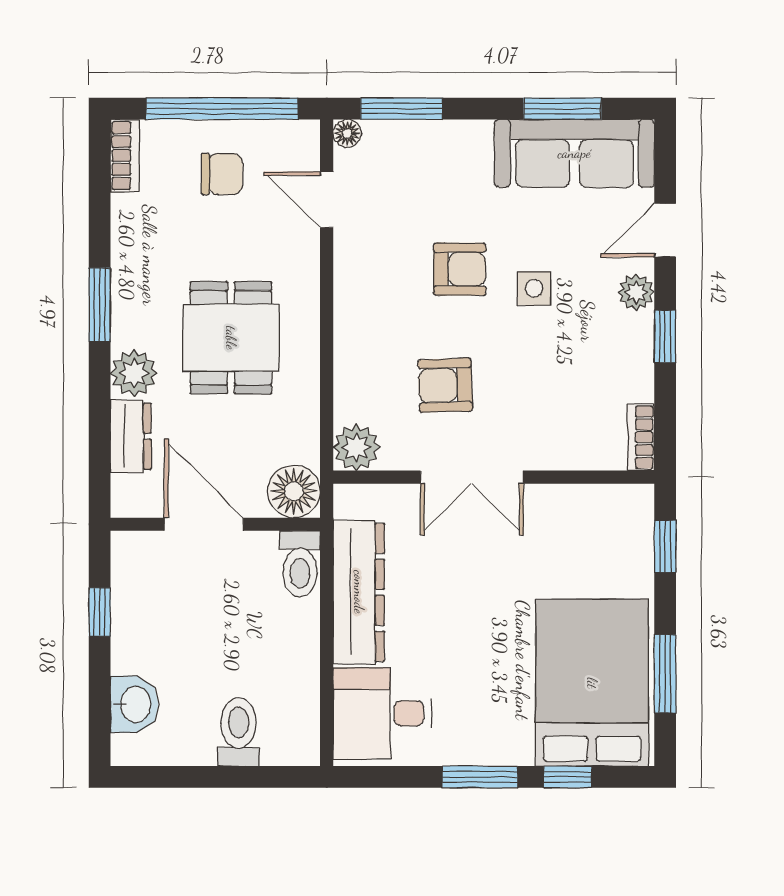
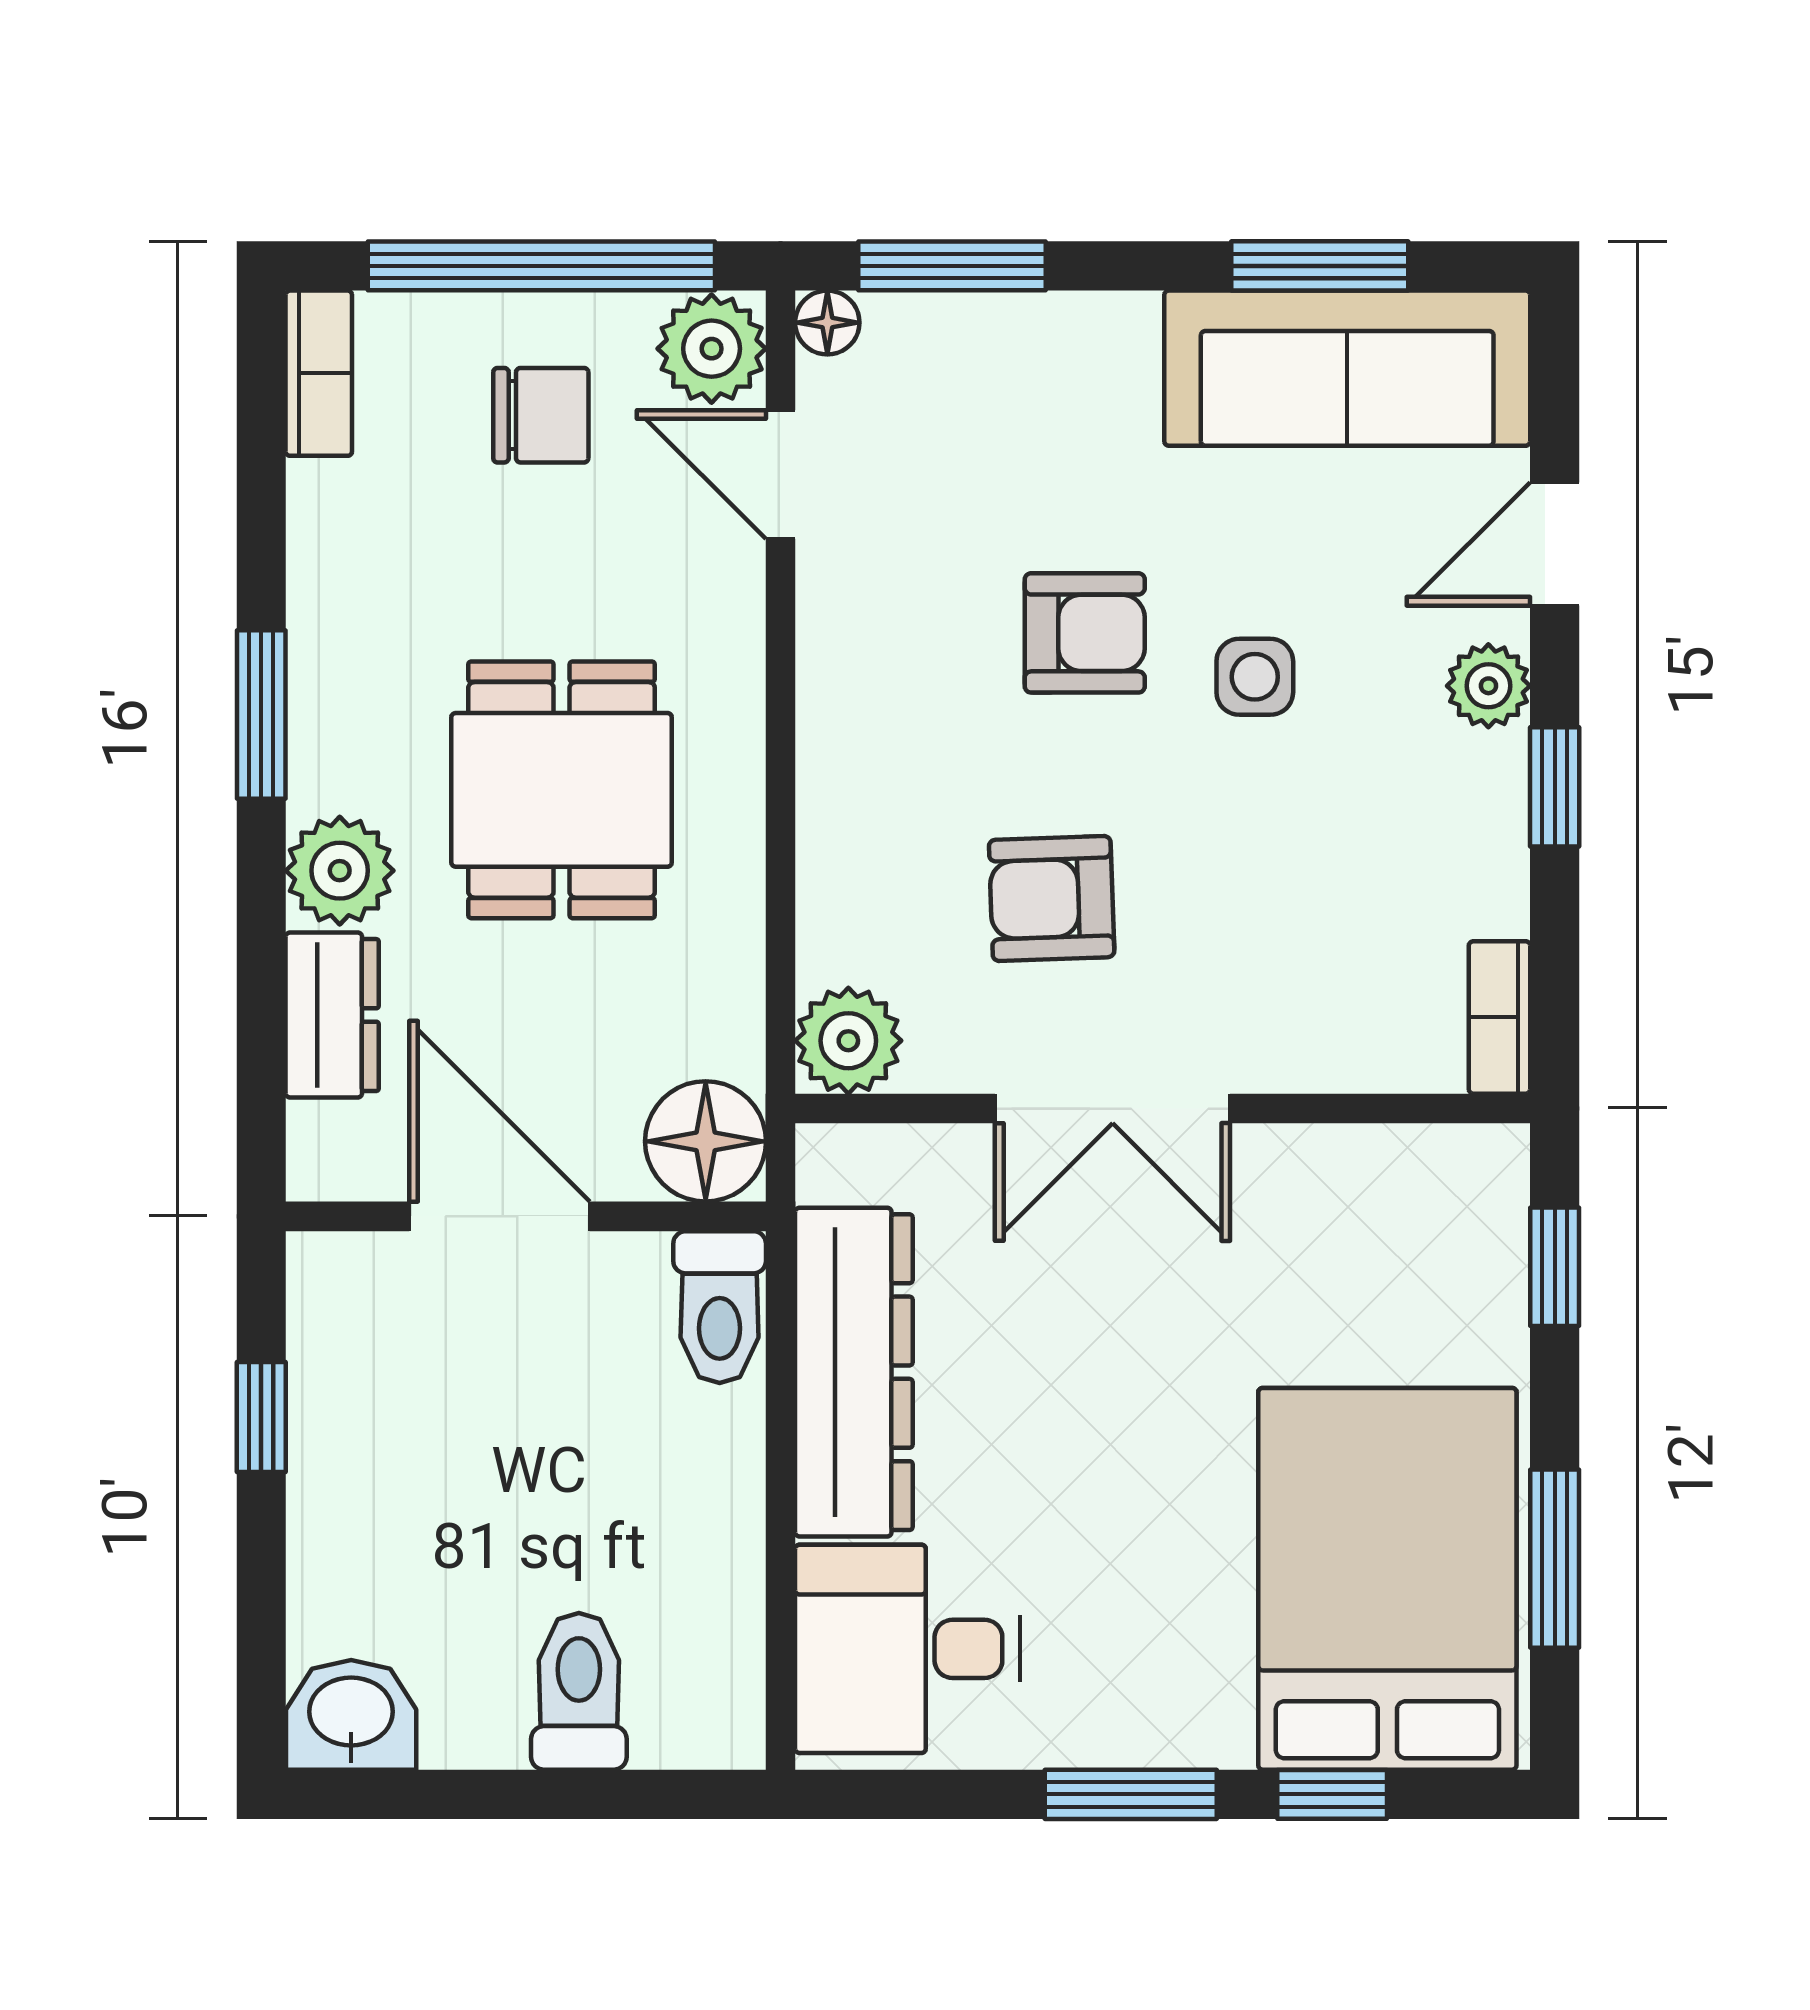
plant: (297, 145) -> (712, 349), added
washbasin: (134, 704) -> (351, 1715), moved, turned -90

